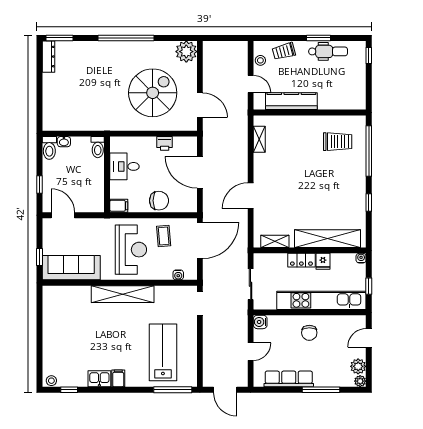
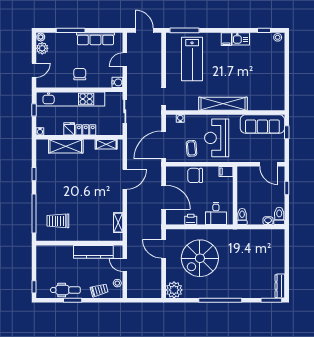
dental chair: (328, 51) -> (65, 290), turned 180
desk: (124, 166) -> (216, 214), moved, turned 90
shelving: (328, 239) -> (66, 146), width x0.68

